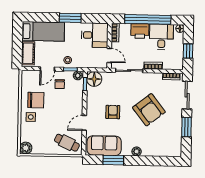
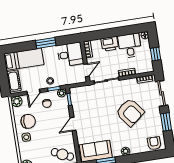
window: (148, 19) -> (115, 32), removed
door: (109, 55) -> (86, 70), hinge flipped
plant: (27, 76) -> (17, 101), added
floor lamp: (94, 79) -> (77, 93), removed
armchair: (113, 112) -> (154, 143), moved
door: (84, 123) -> (73, 124), moved

